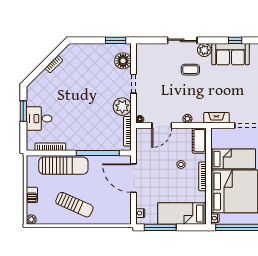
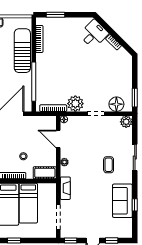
plant: (204, 50) -> (126, 122), moved
window: (23, 111) -> (55, 15), moved
desk: (39, 119) -> (94, 34), moved, turned 45
sun lounger: (63, 166) -> (22, 51), turned 180

